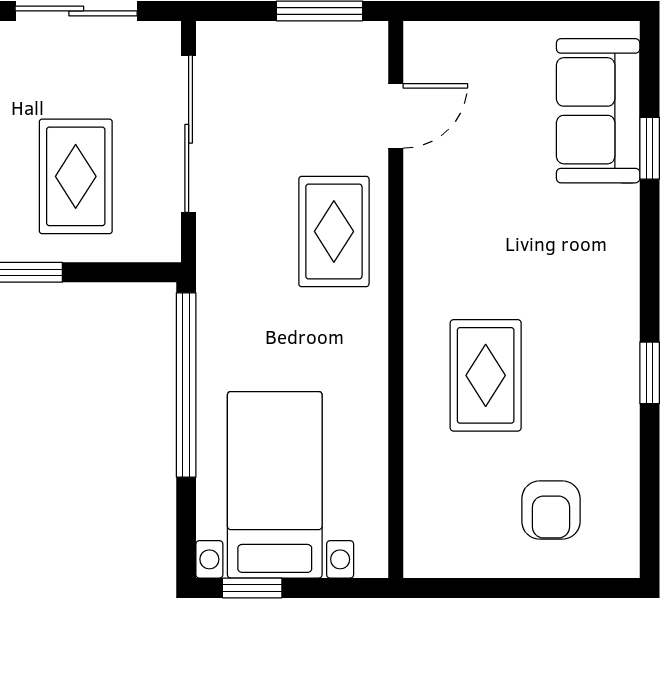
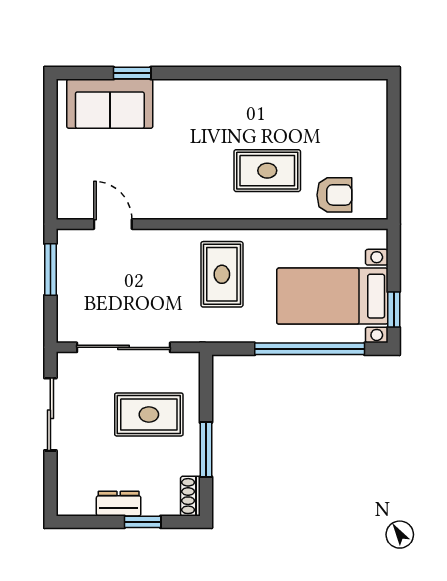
rug: (334, 231) -> (222, 274), moved, turned 90
window: (650, 373) -> (266, 73), removed
window: (186, 385) -> (310, 349), moved
armchair: (551, 510) -> (334, 195), moved

